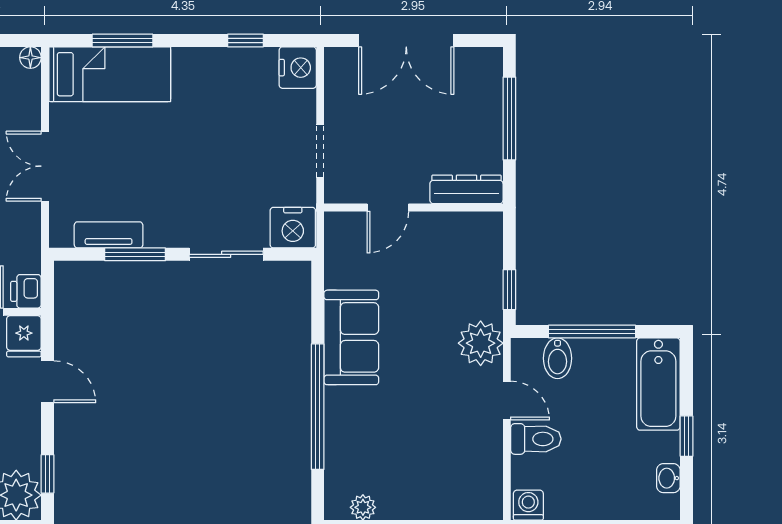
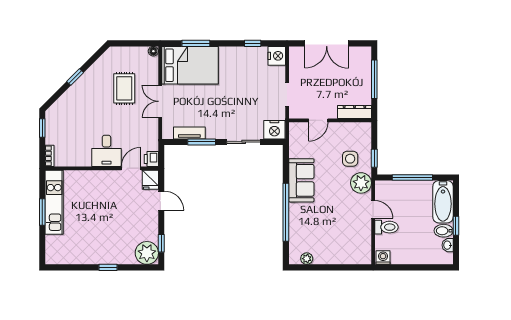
bed: (110, 74) -> (190, 65), width x1.50
side table: (457, 291) -> (350, 159), added
bidet: (558, 358) -> (444, 231), moved, turned 90

